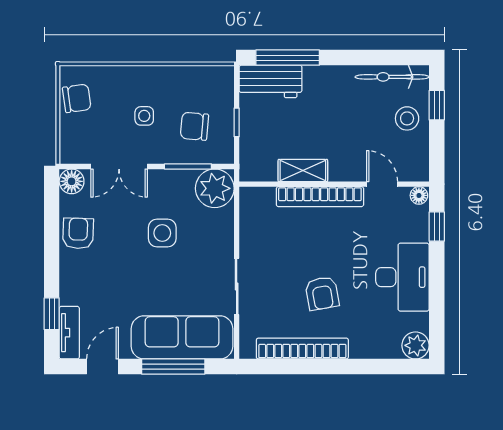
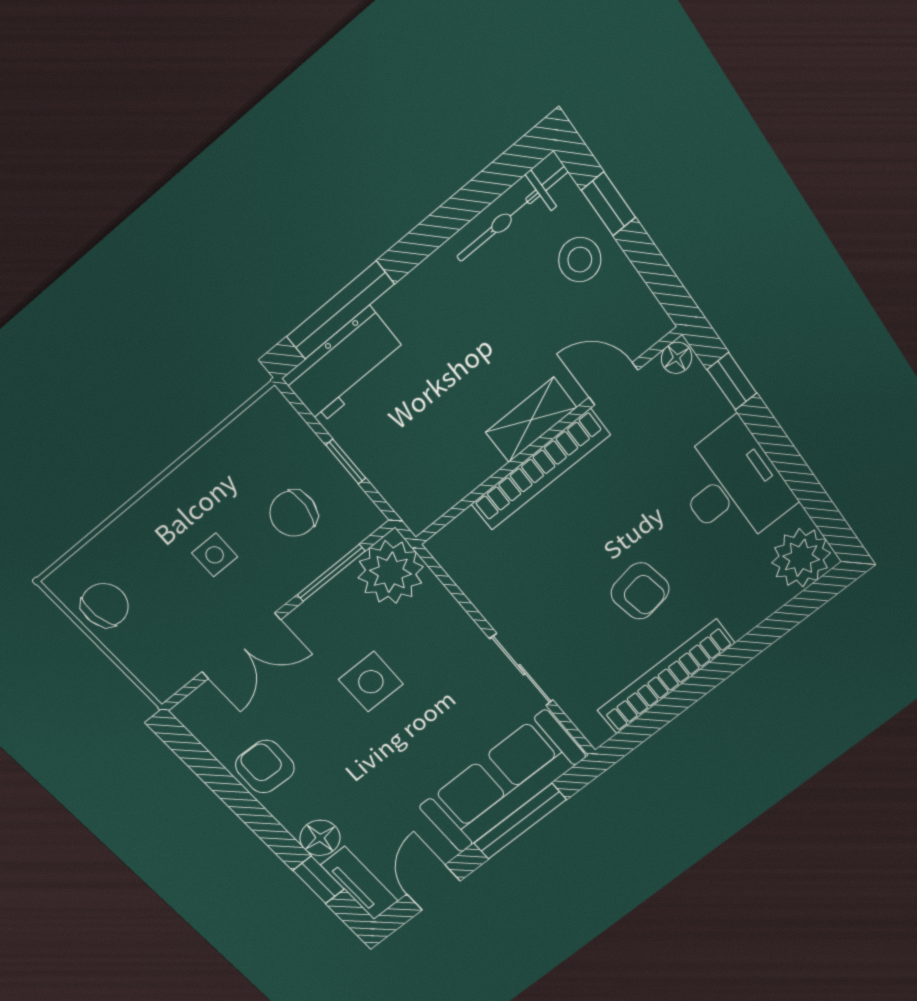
shelving: (303, 171) -> (531, 420), moved
floor lamp: (72, 181) -> (320, 838), moved
plant: (416, 345) -> (801, 558), width x1.36, depth x1.36

